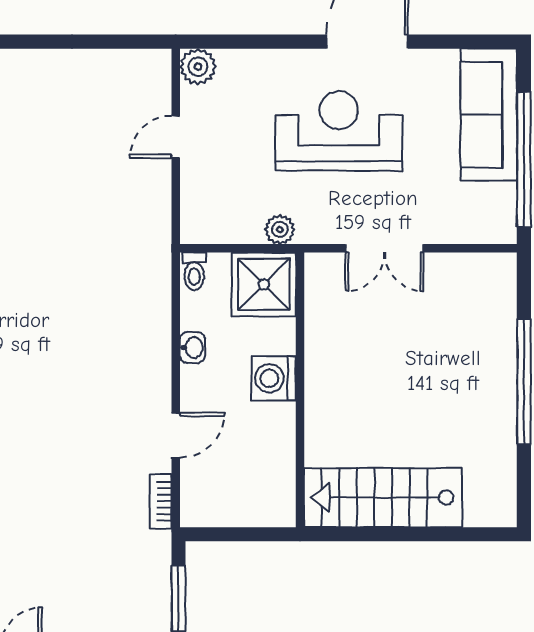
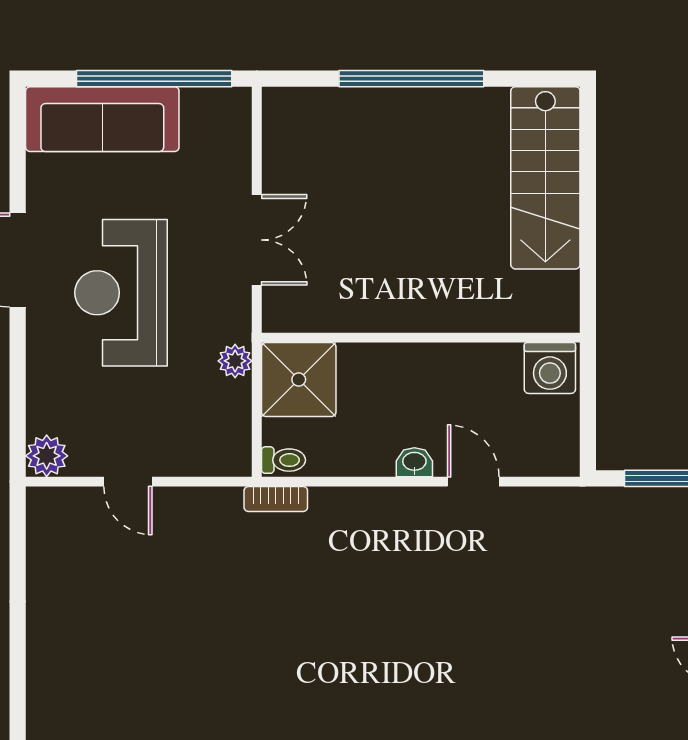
washbasin: (192, 347) -> (414, 462), moved
washing machine: (274, 378) -> (550, 368), moved
stairs: (383, 498) -> (545, 178), moved
bookcase: (161, 501) -> (276, 499), moved

